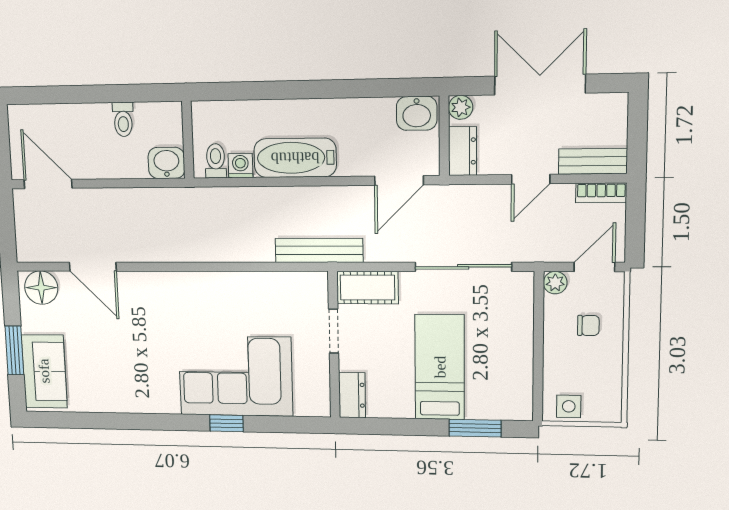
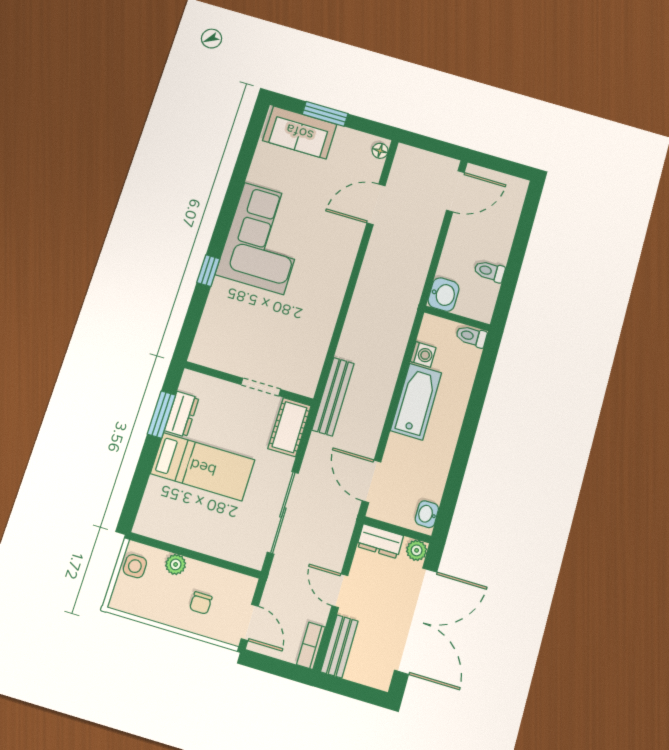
double door: (540, 85) -> (416, 621), width x1.36
washbasin: (417, 113) -> (427, 514), width x0.72, depth x0.69
toilet: (216, 161) -> (471, 336), moved, turned 180
plant: (555, 283) -> (176, 564), moved
floor lamp: (41, 288) -> (380, 151), width x0.53, depth x0.53
corner sofa: (235, 376) -> (264, 238), moved
dresser: (352, 395) -> (182, 414), moved, turned -90
window: (475, 428) -> (161, 414), moved

